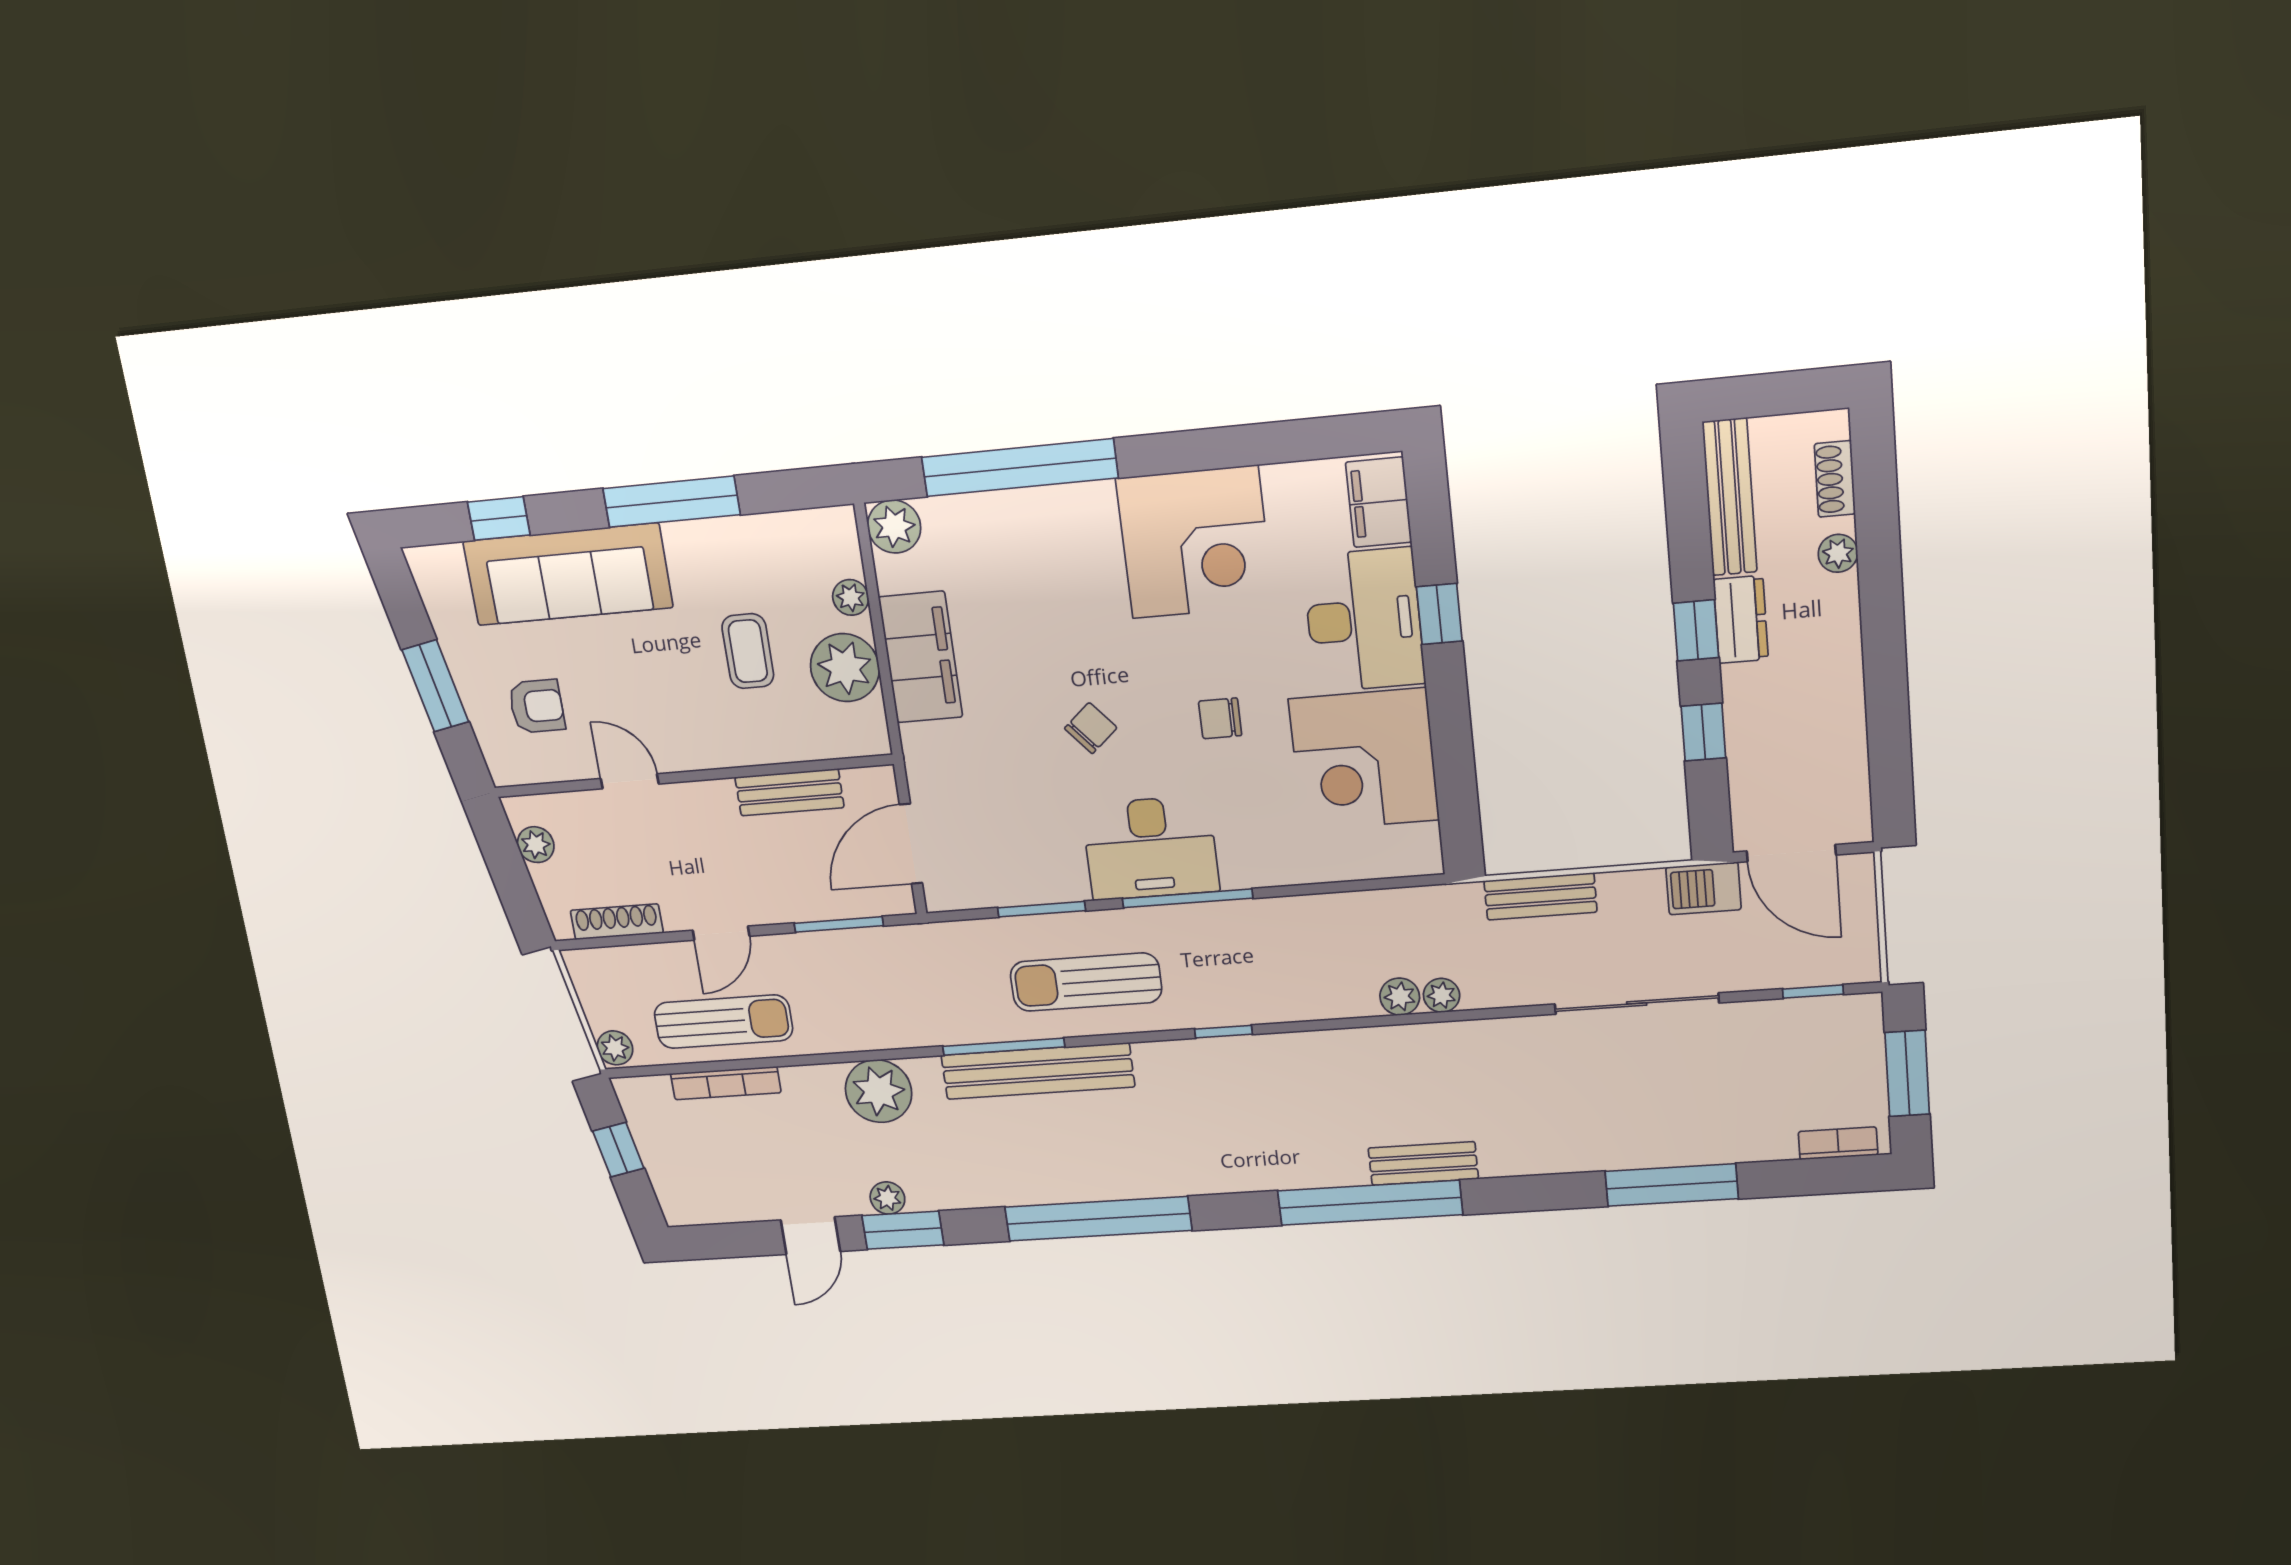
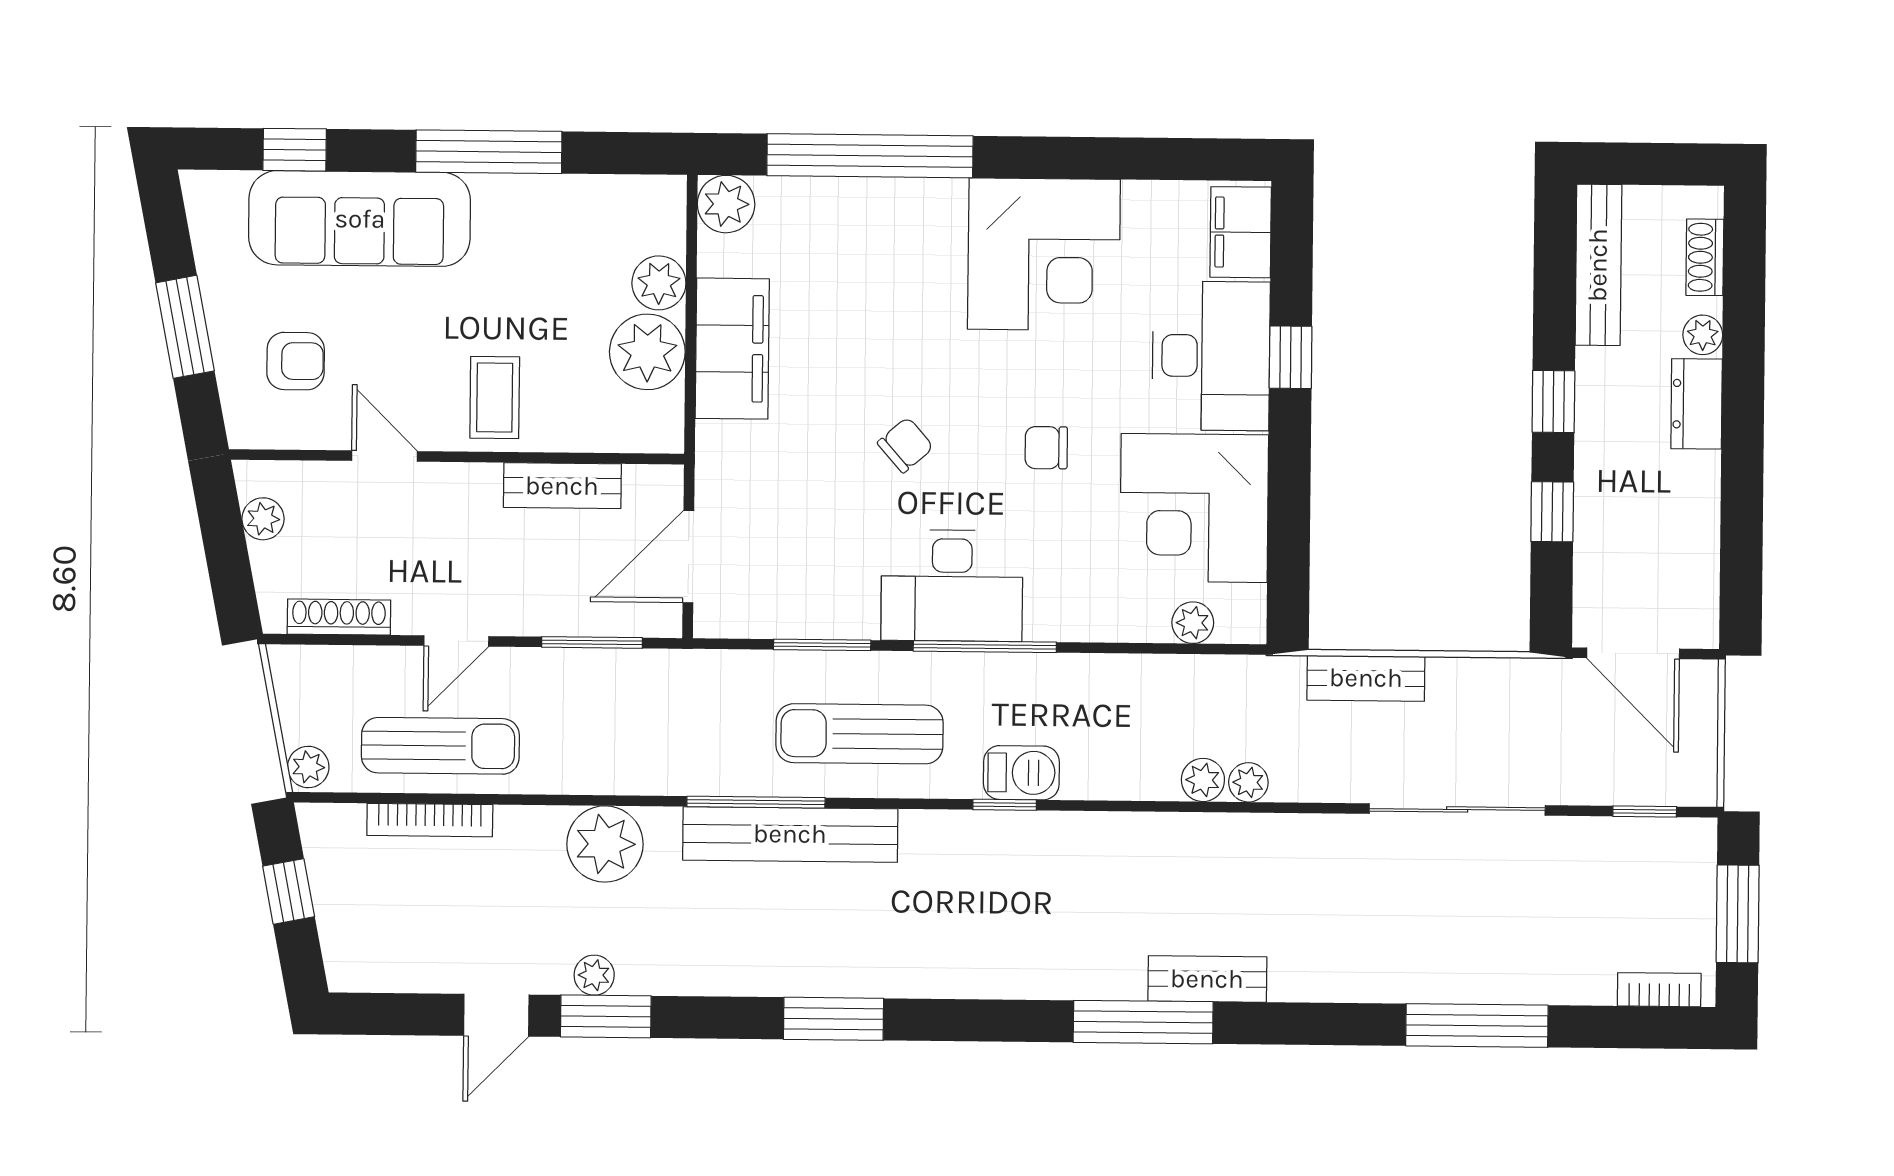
plant: (851, 597) -> (659, 283), width x1.38, depth x1.38
dresser: (1741, 620) -> (1697, 404), moved, turned 180
coffee table: (748, 651) -> (495, 397), moved
plant: (1375, 861) -> (1193, 623), added
barbecue: (1704, 888) -> (1021, 773), moved, turned 180
window: (1370, 1203) -> (1143, 1022), width x0.68
window: (1098, 1219) -> (834, 1019), width x0.47

